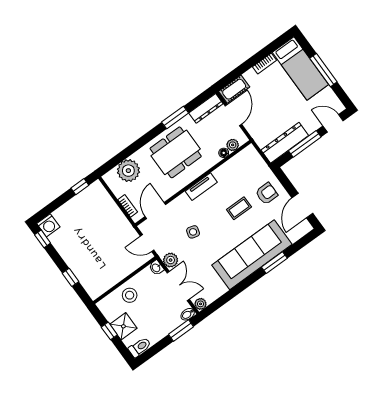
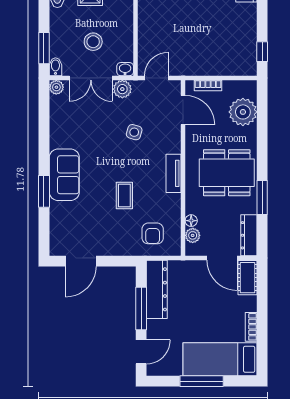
dining table: (176, 152) -> (227, 173), turned 90
armchair: (267, 194) -> (153, 233), moved
door: (302, 206) -> (81, 261), swing flipped
sofa: (252, 255) -> (64, 175), width x0.54, depth x0.79
stool: (130, 295) -> (93, 42), moved

